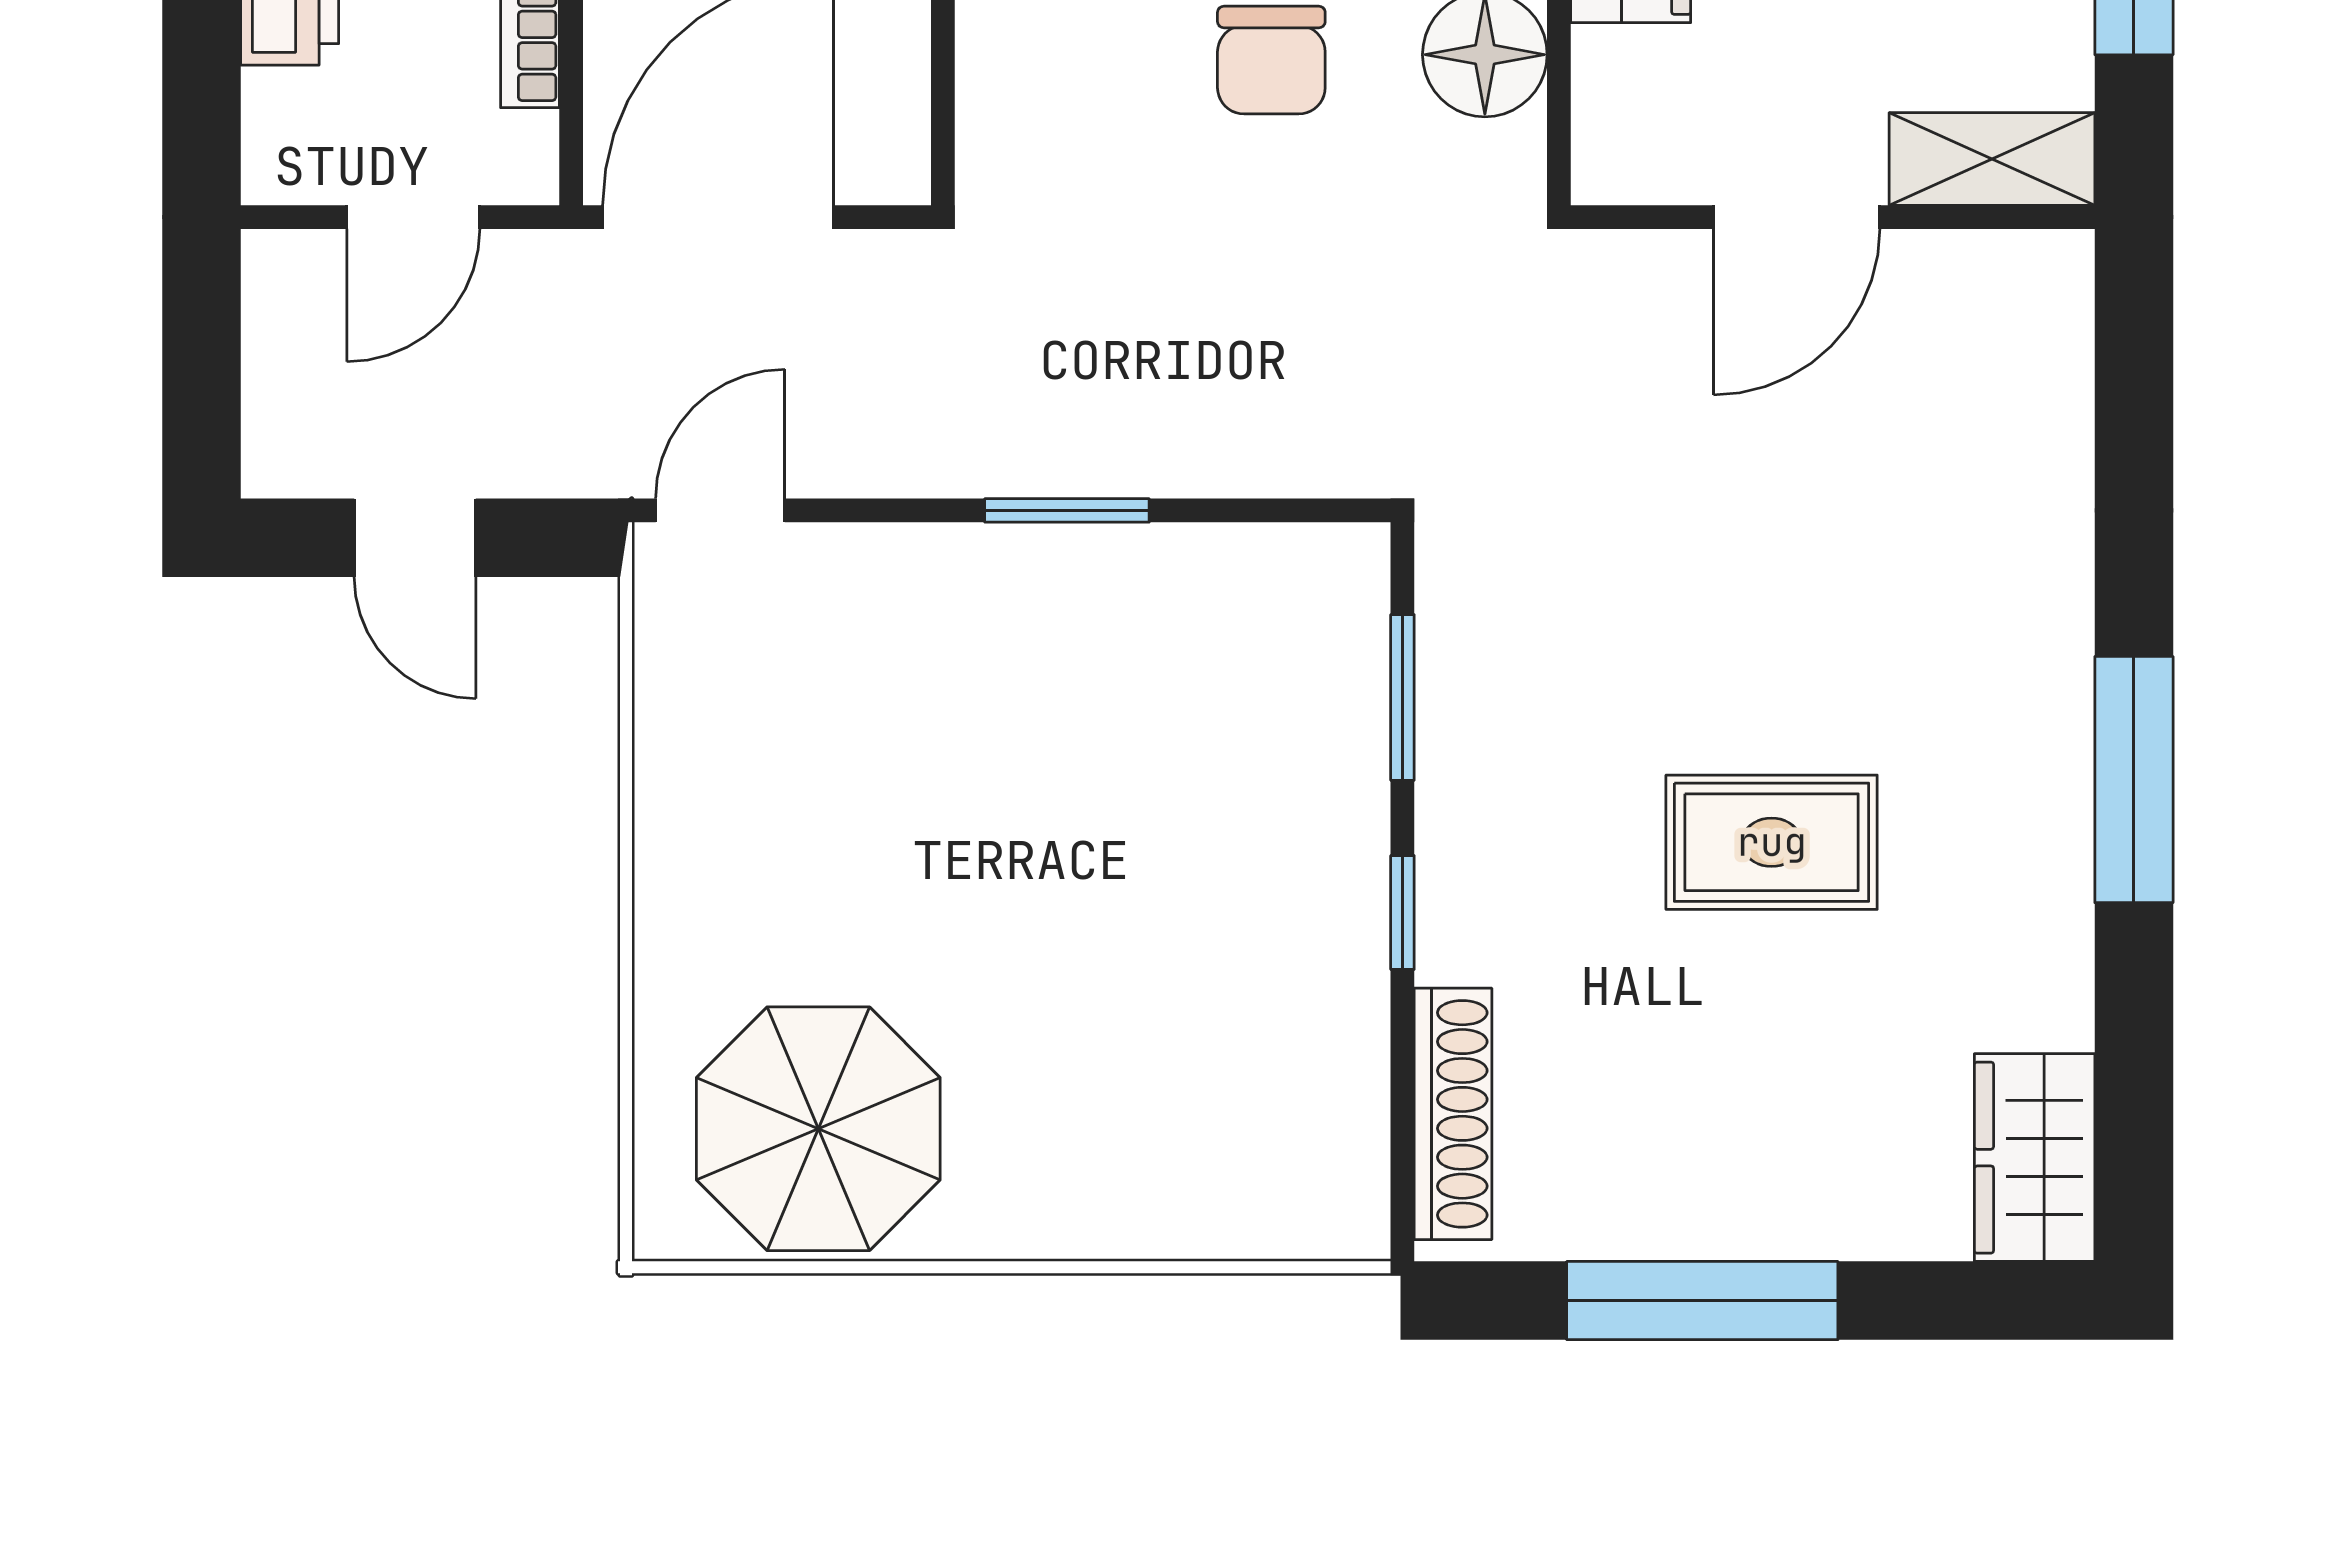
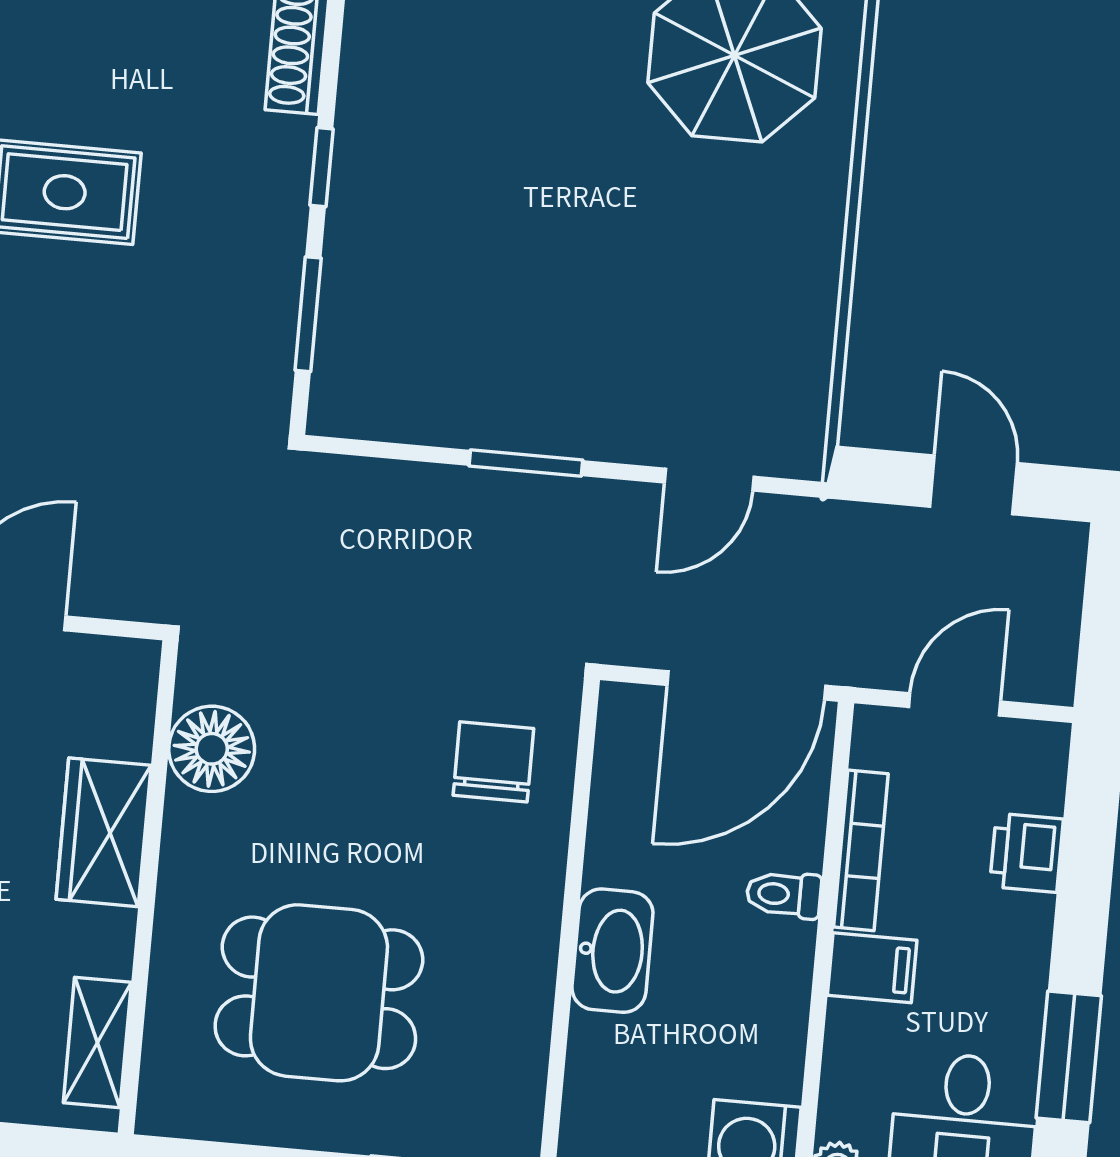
chair: (1271, 60) -> (493, 762), moved
door: (720, 510) -> (709, 480), moved

